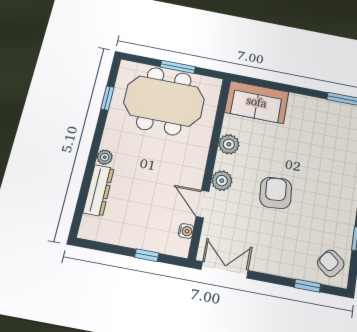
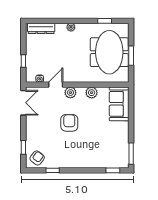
dresser: (99, 190) -> (41, 28), moved
armchair: (276, 193) -> (69, 123), turned -85

